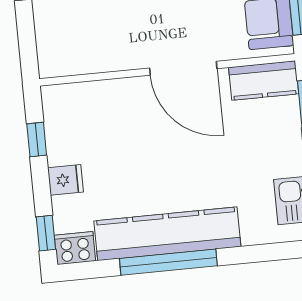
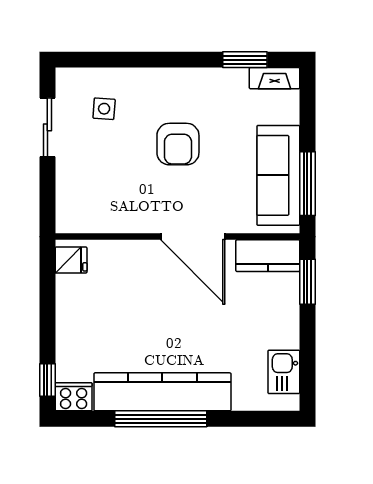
window: (37, 139) -> (47, 290), removed
fridge: (66, 180) -> (71, 260), moved

